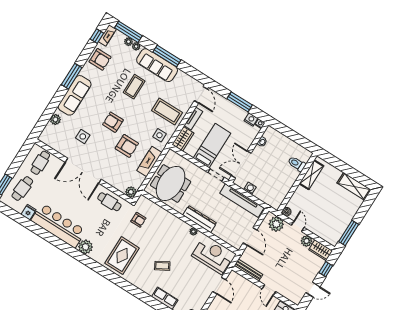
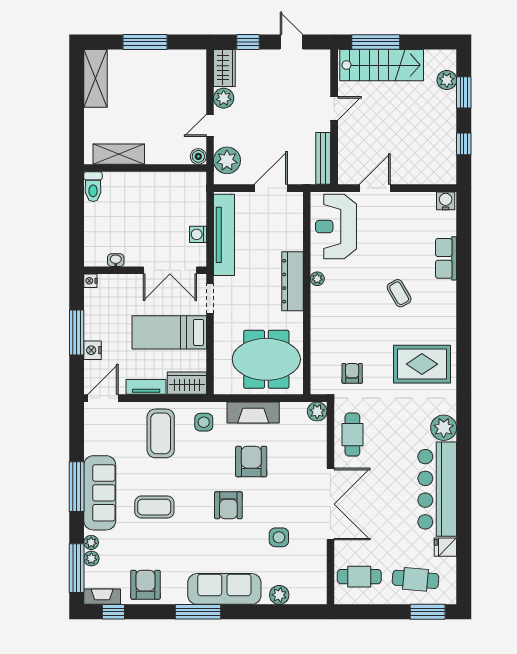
nightstand: (251, 120) -> (93, 350), moved
toilet: (297, 164) -> (93, 187), moved
window: (349, 233) -> (145, 42), moved

